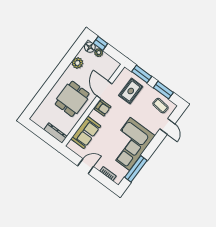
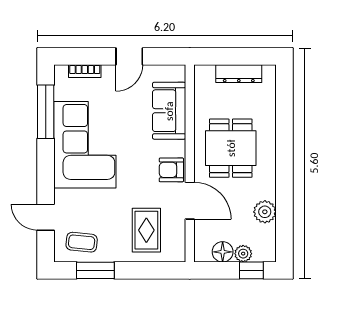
floor lamp: (90, 47) -> (223, 252), moved
window: (142, 74) -> (149, 270), removed
dresser: (55, 133) -> (239, 74), moved

